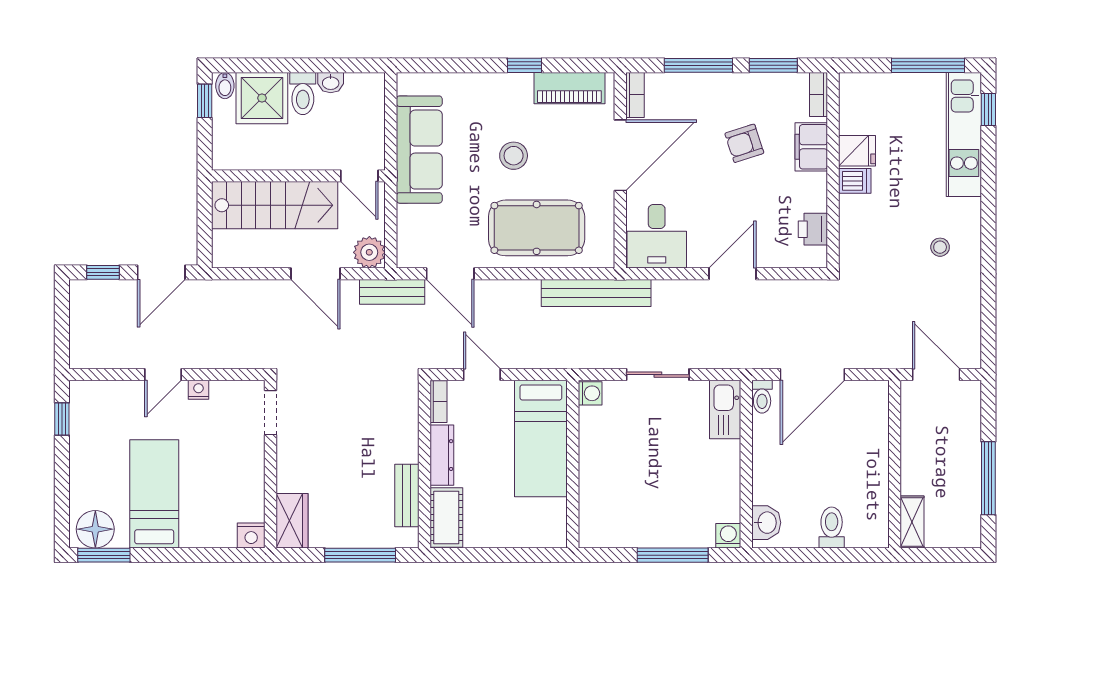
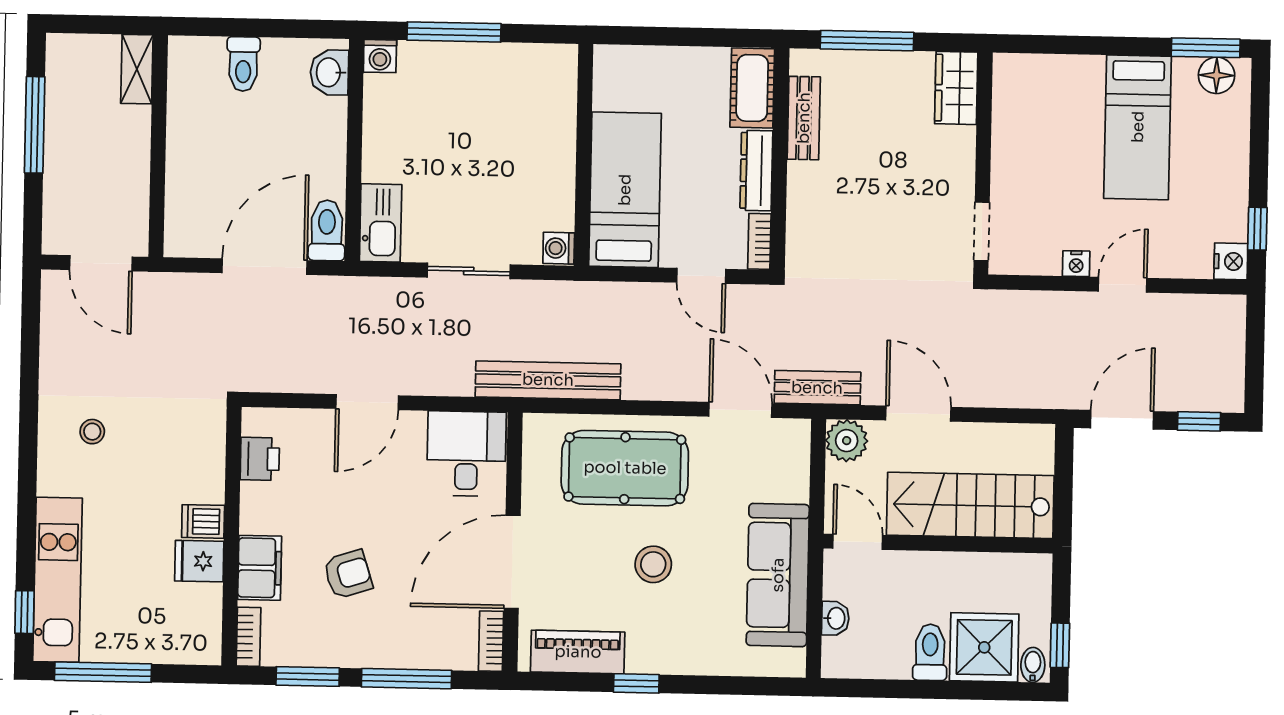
washbasin: (331, 83) -> (835, 618), moved, turned 90
toilet: (762, 397) -> (327, 230), width x1.37, depth x1.39
floor lamp: (95, 529) -> (1217, 75), width x0.73, depth x0.73
nightstand: (251, 536) -> (1231, 261), moved, turned 90

